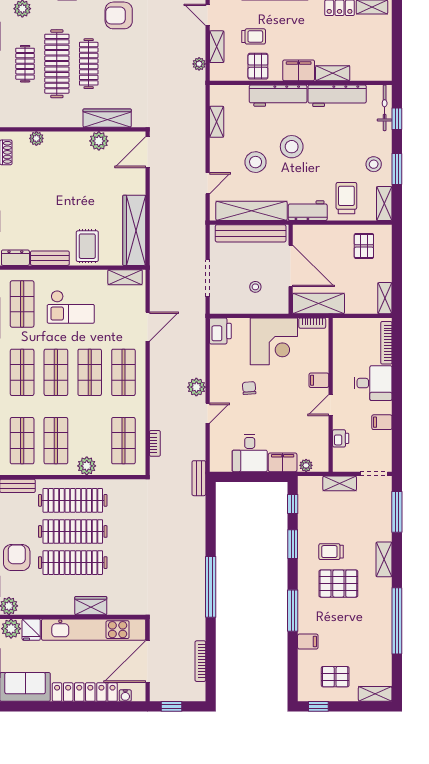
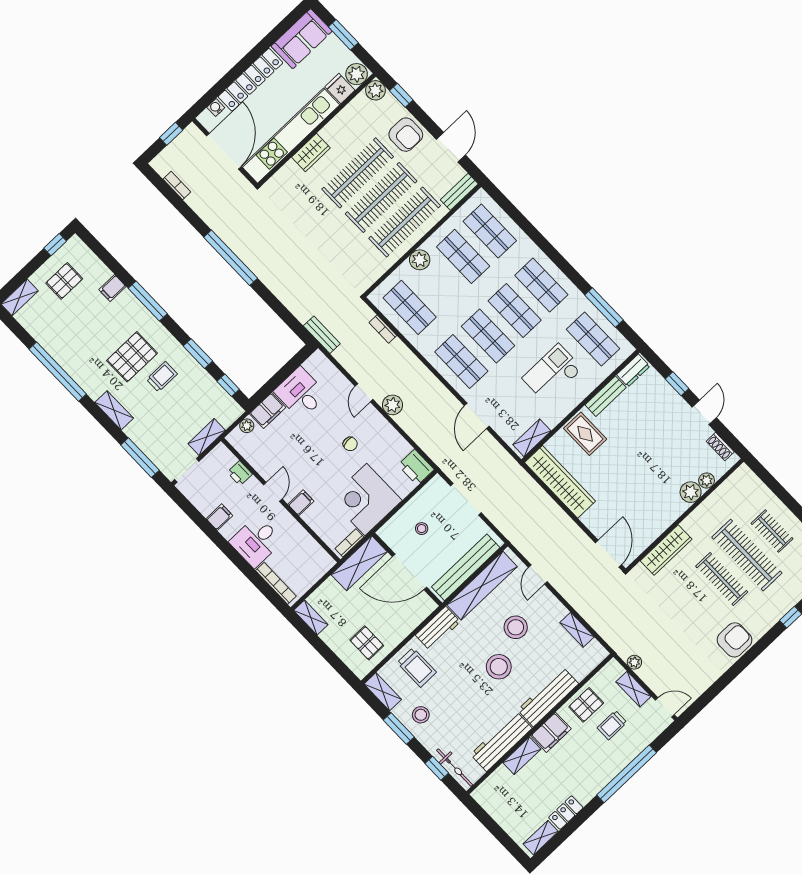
pallet: (258, 66) -> (586, 705), turned 90
plant: (99, 141) -> (691, 492), moved
bookcase: (200, 661) -> (177, 186), width x0.64

